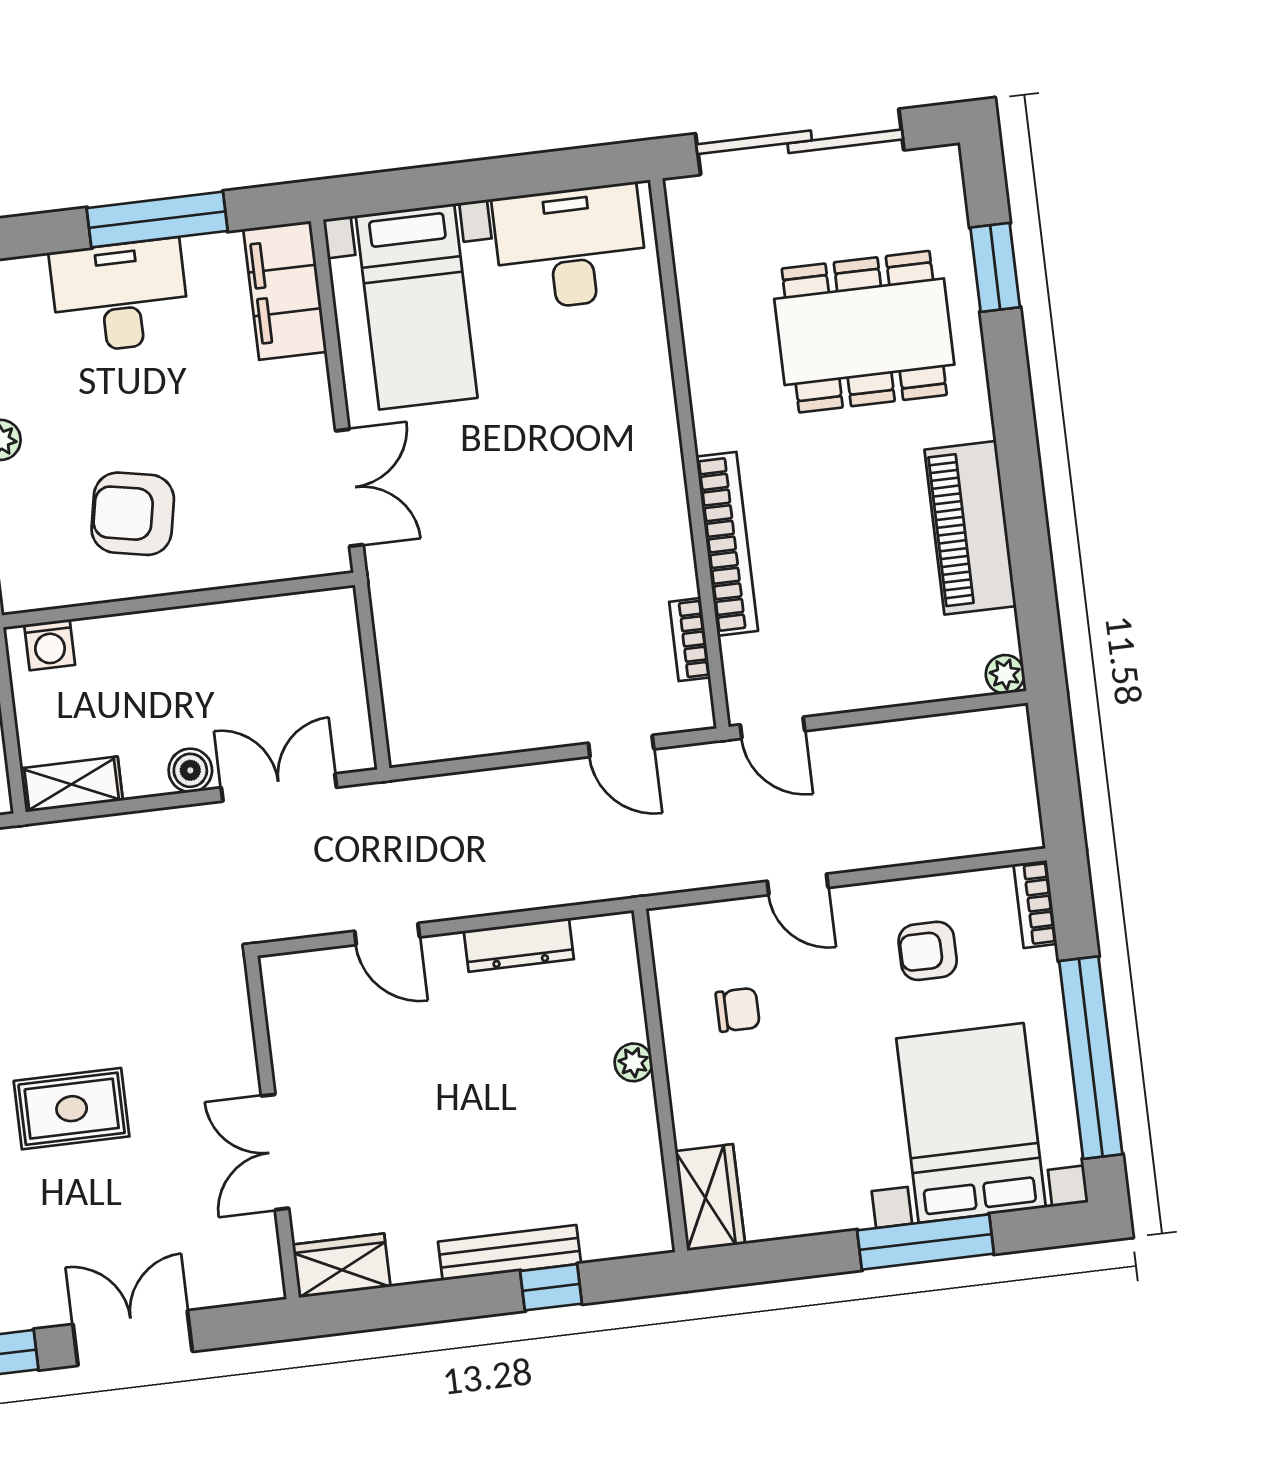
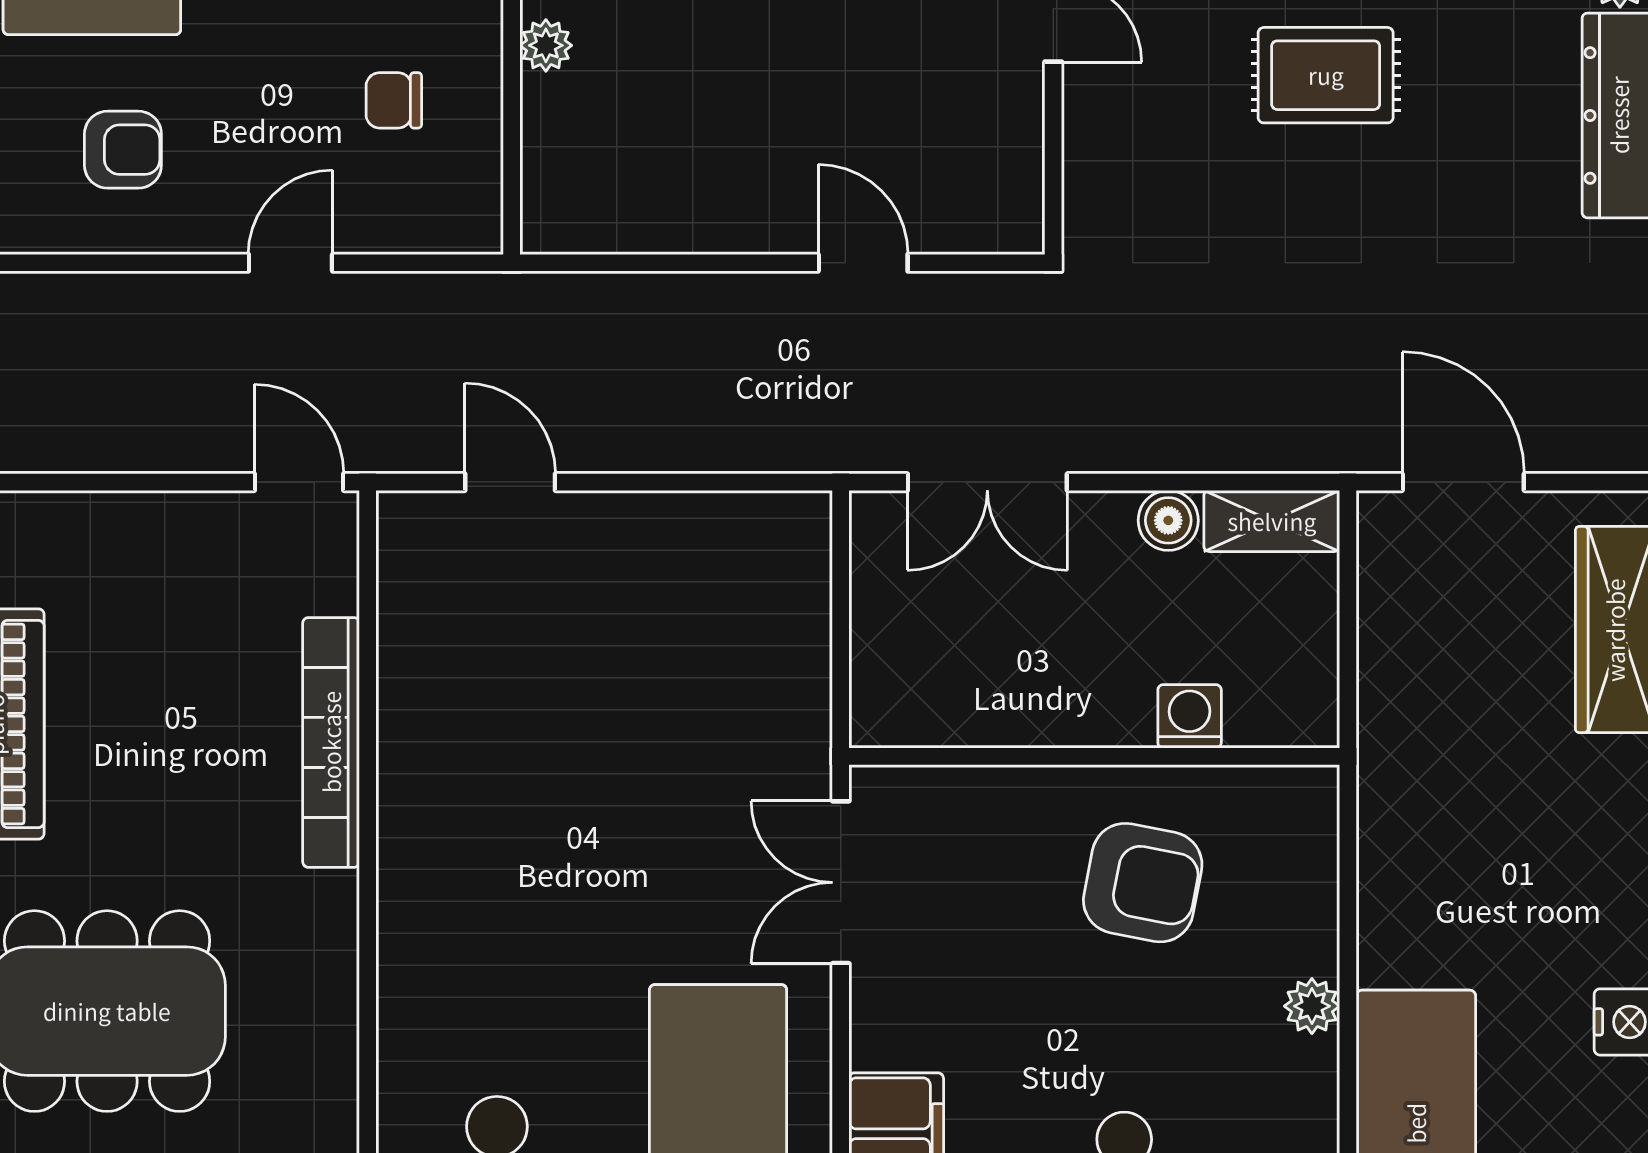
bookcase: (690, 640) -> (398, 617), removed
washing machine: (50, 645) -> (1190, 716), moved
boiler: (190, 770) -> (1168, 520), moved
door: (798, 884) -> (290, 263), hinge flipped
dresser: (519, 945) -> (684, 226), removed

